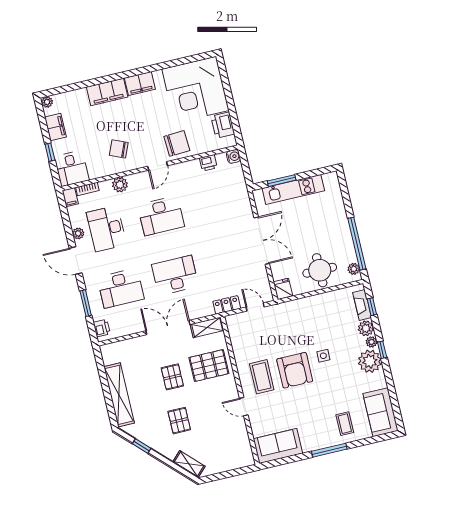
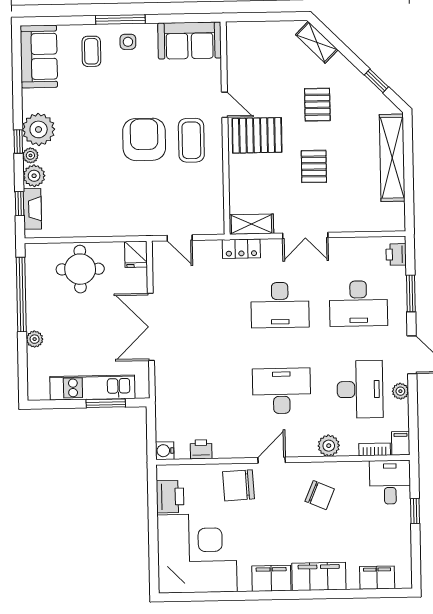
plant: (47, 102) -> (404, 581), removed
filing cabinet: (55, 127) -> (377, 578), moved, turned 90
plant: (354, 269) -> (35, 339), moved
desk: (121, 288) -> (358, 303), turned 180
locker: (227, 305) -> (241, 249), moved
double door: (168, 328) -> (305, 235), width x0.73
side table: (323, 356) -> (128, 42), moved
pallet: (209, 366) -> (257, 135), moved

